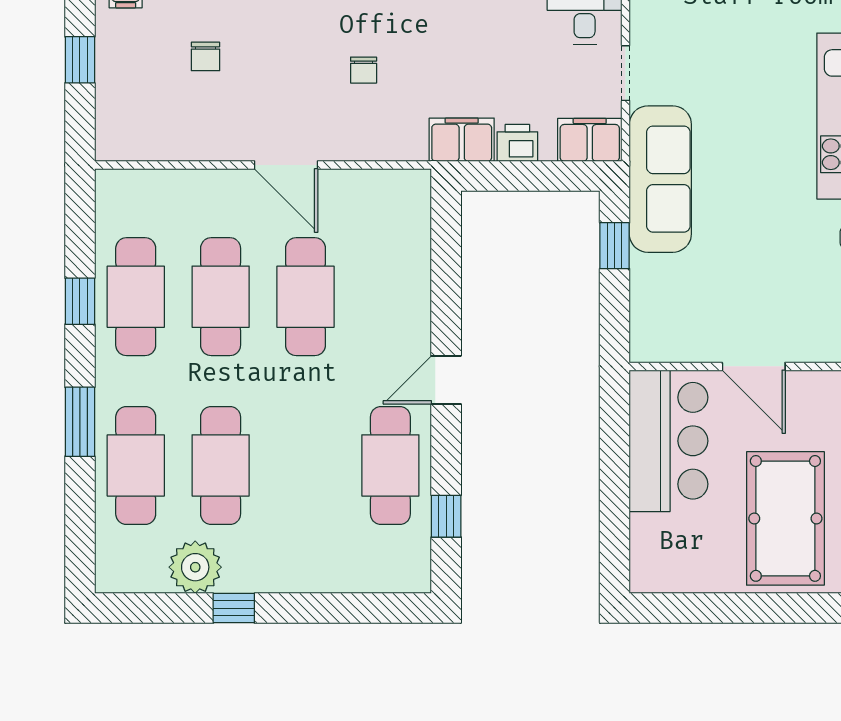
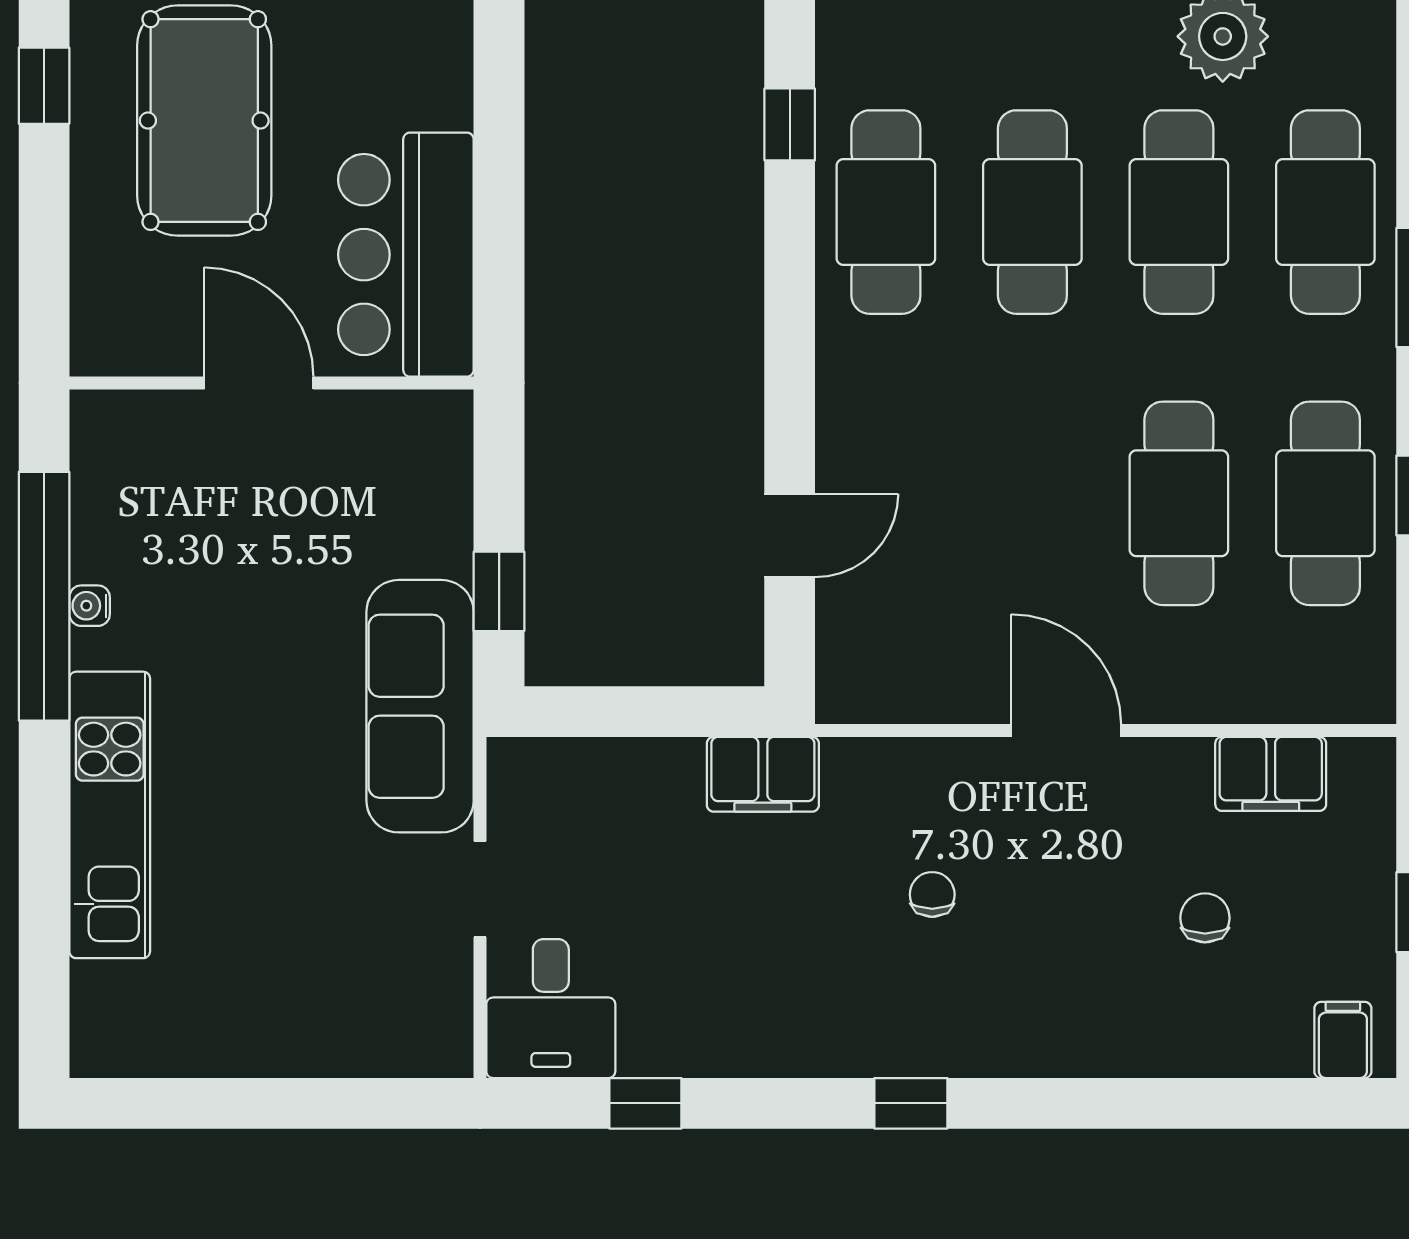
filing cabinet: (590, 140) -> (1271, 774), moved
printer: (517, 143) -> (667, 769), removed
cafe table: (305, 297) -> (1032, 212), moved
door: (446, 380) -> (790, 536), moved

